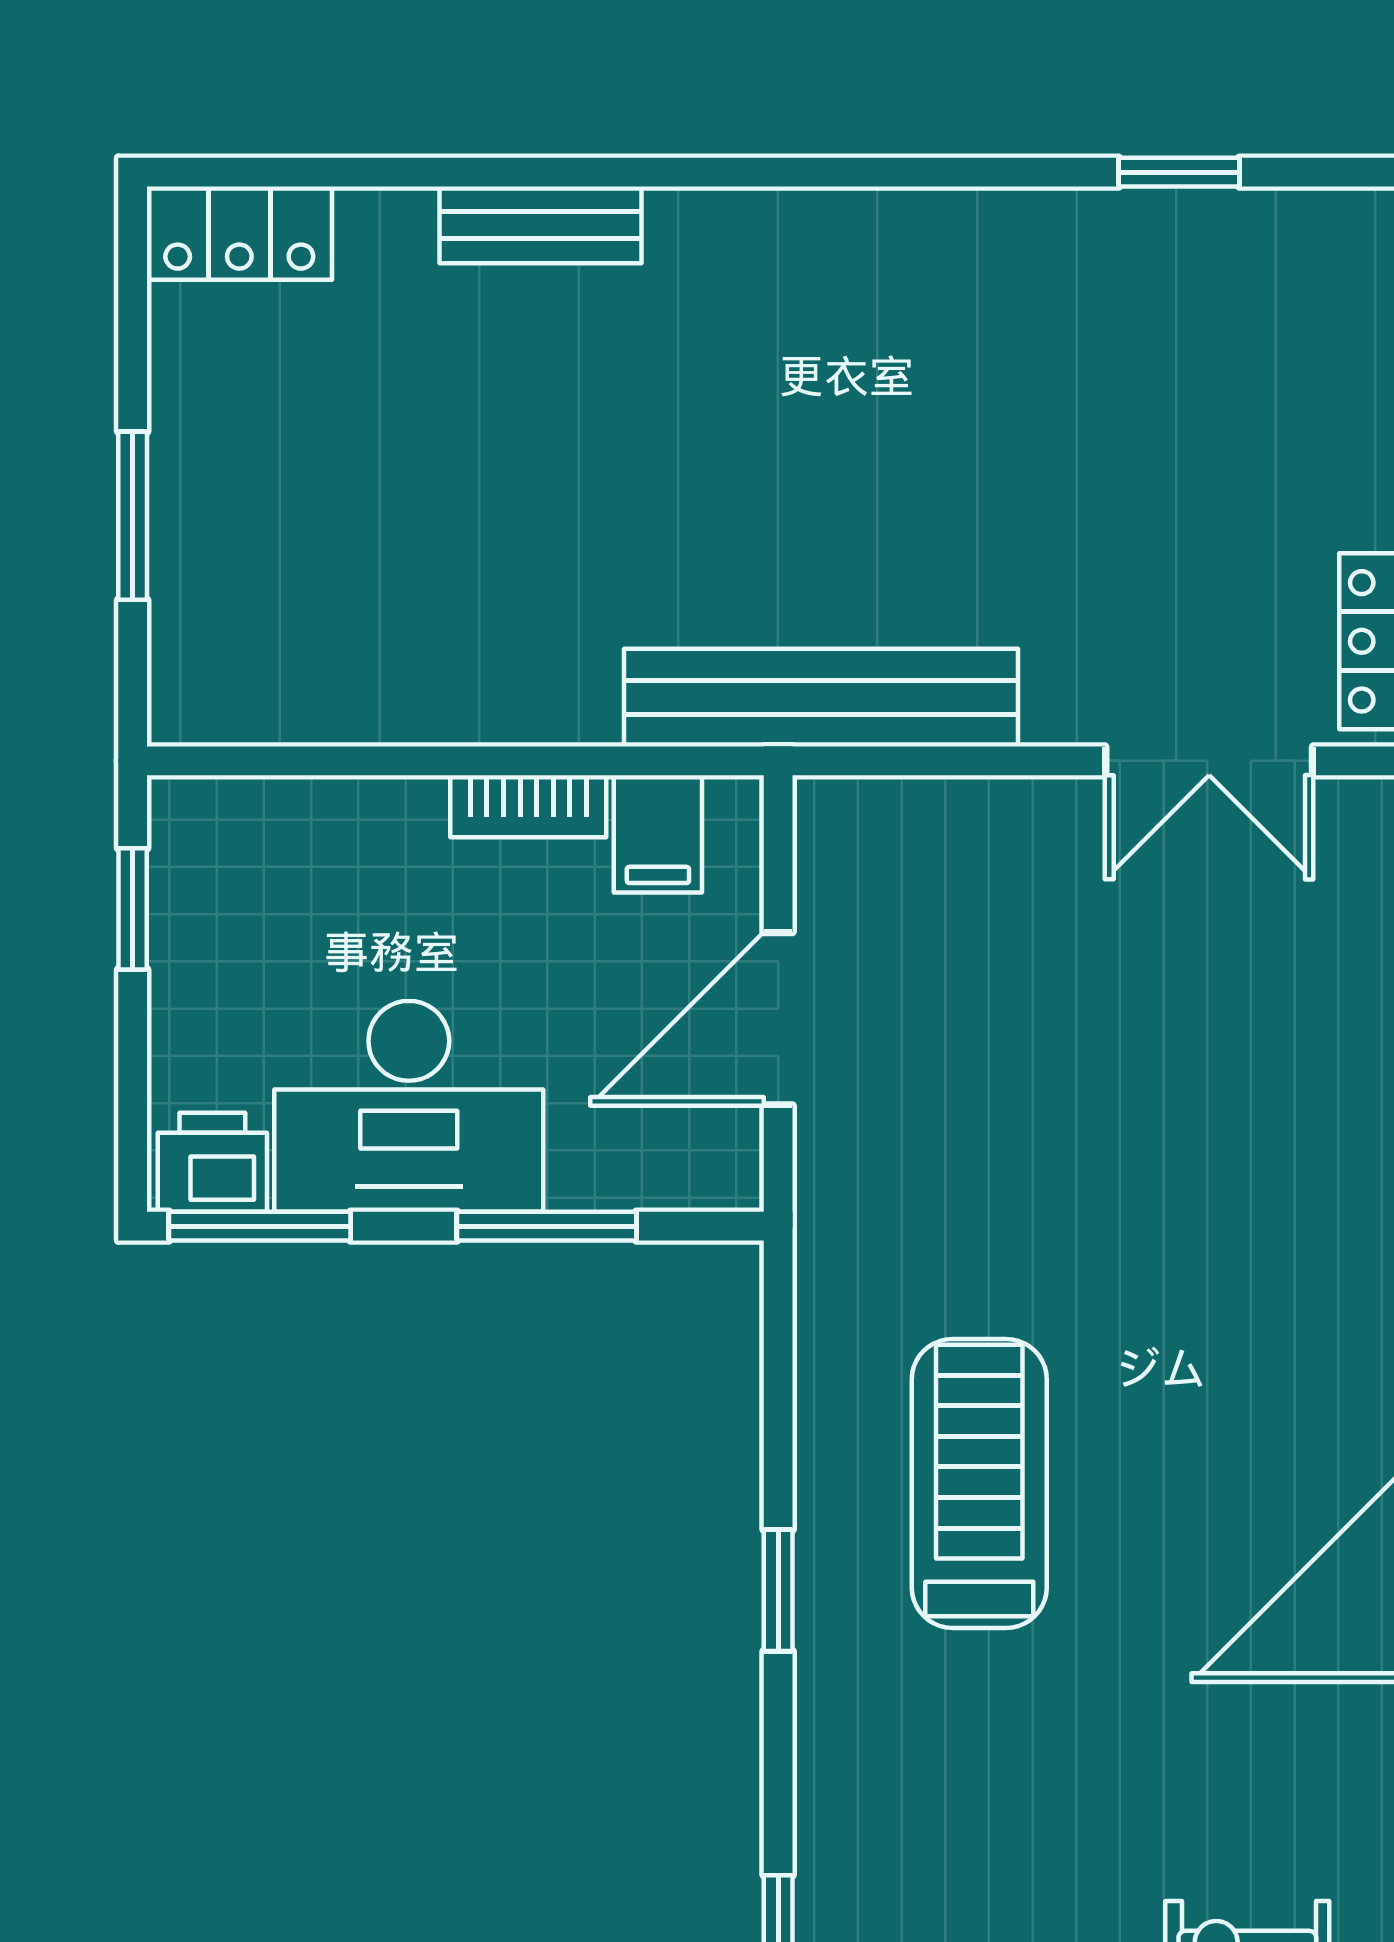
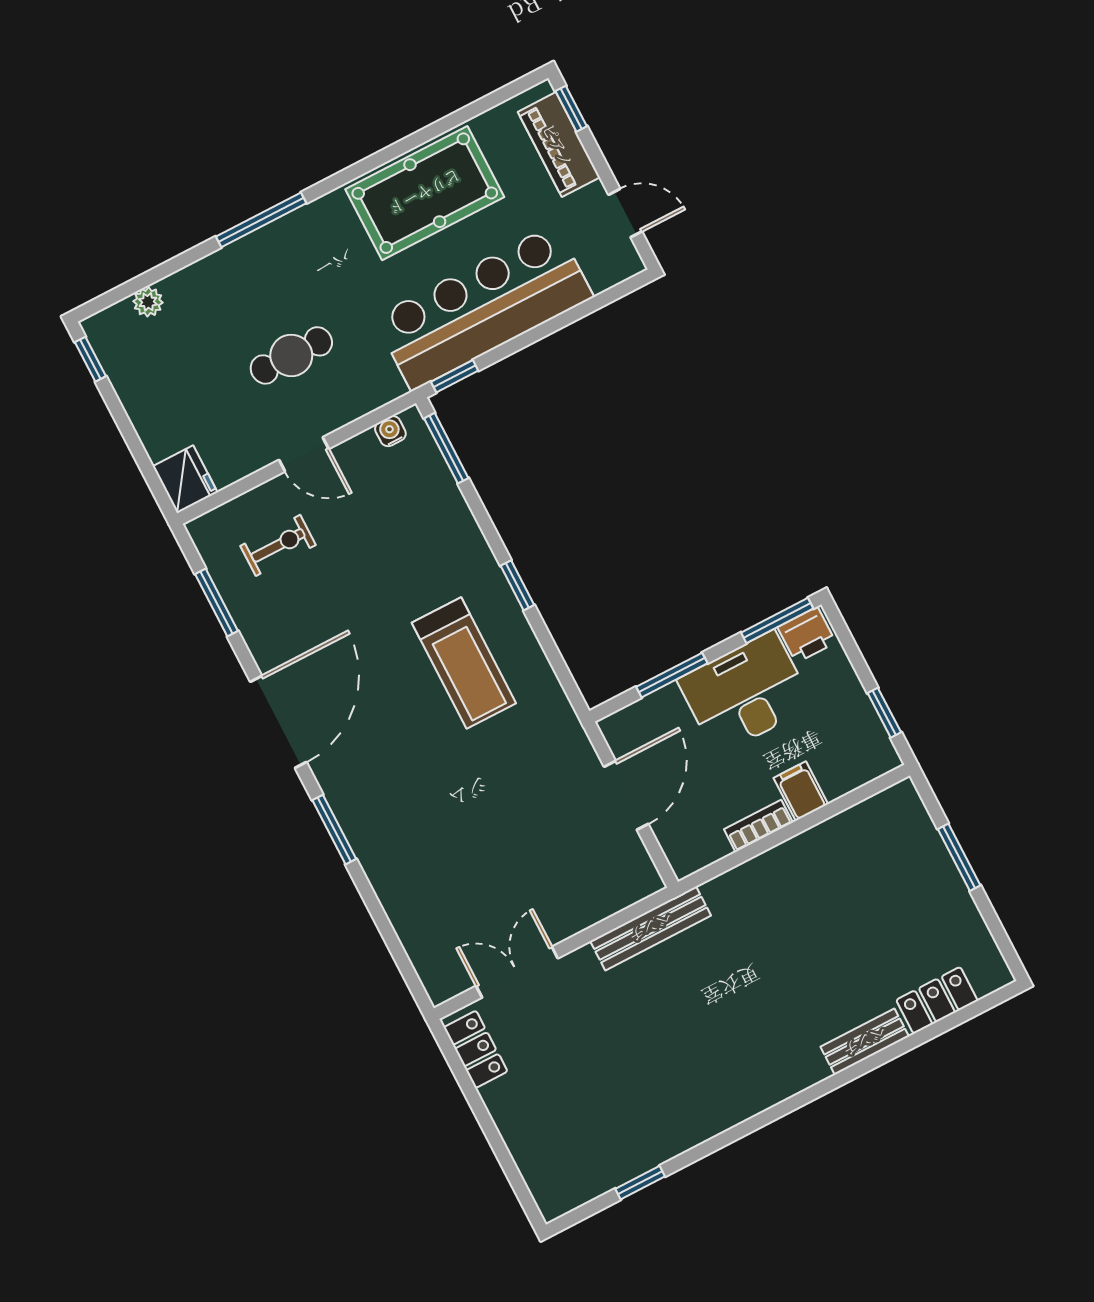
locker: (239, 233) -> (937, 1000), moved
bench: (821, 698) -> (651, 928), width x0.73, depth x0.82
filing cabinet: (658, 834) -> (801, 791), moved

